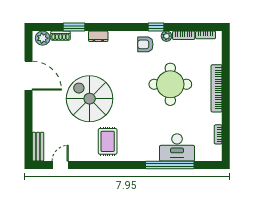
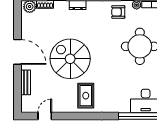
door: (29, 76) -> (18, 52), moved
bench: (38, 147) -> (26, 82), moved

